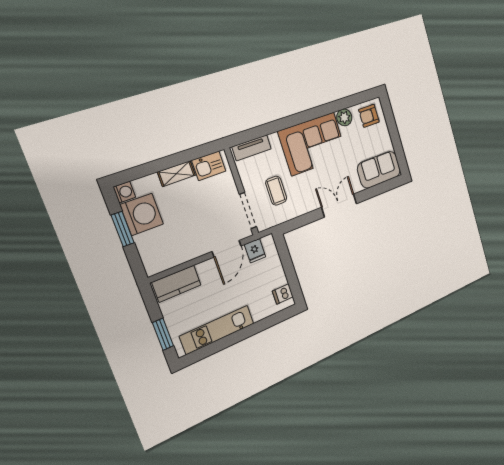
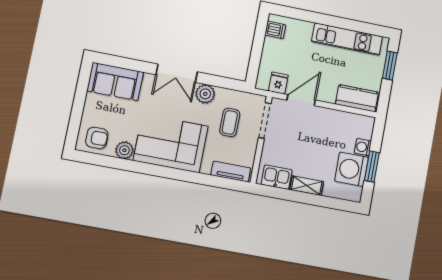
washing machine: (124, 192) -> (363, 147), moved
plant: (309, 203) -> (205, 94), added

